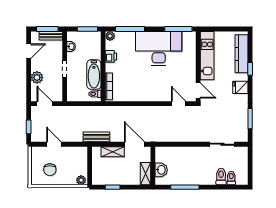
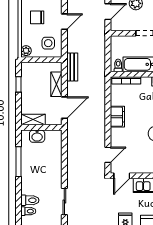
filing cabinet: (143, 95) -> (117, 117), added
side table: (74, 159) -> (48, 43), added

